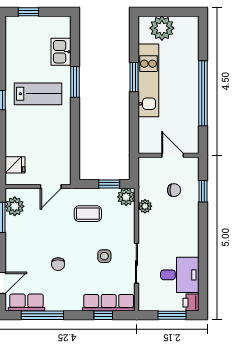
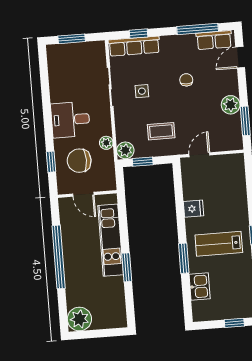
plant: (162, 28) -> (79, 319), moved
kitchen unit: (148, 80) -> (111, 240), moved
fridge: (15, 165) -> (193, 209), moved, turned 180
chair: (174, 190) -> (79, 161), width x1.87, depth x1.87
plant: (15, 206) -> (231, 105), moved
desk: (180, 275) -> (70, 120), moved
printer: (191, 303) -> (54, 53), removed

